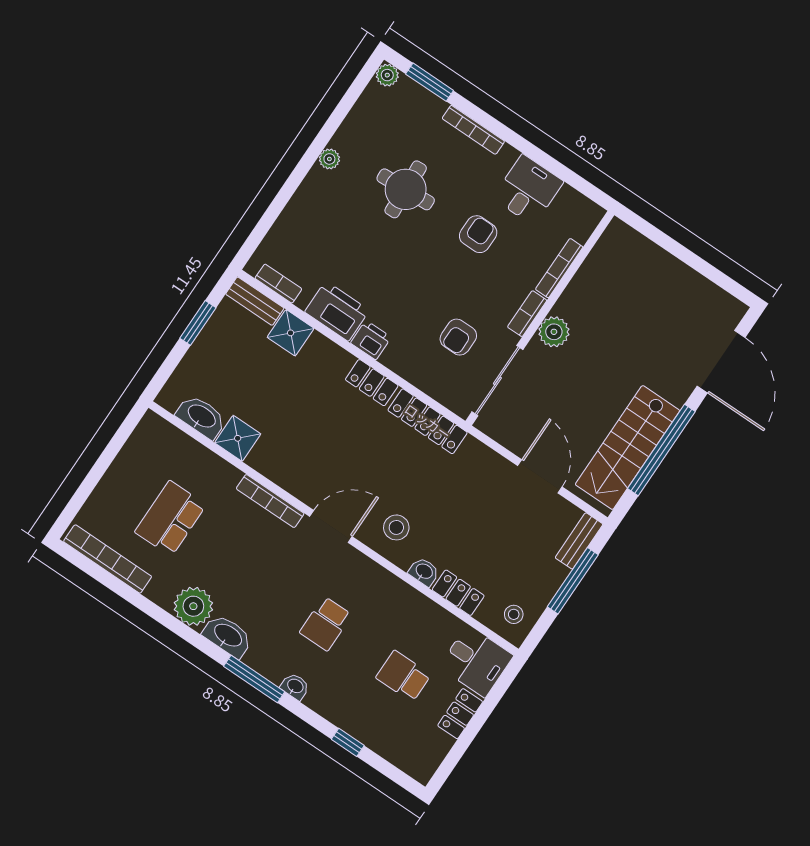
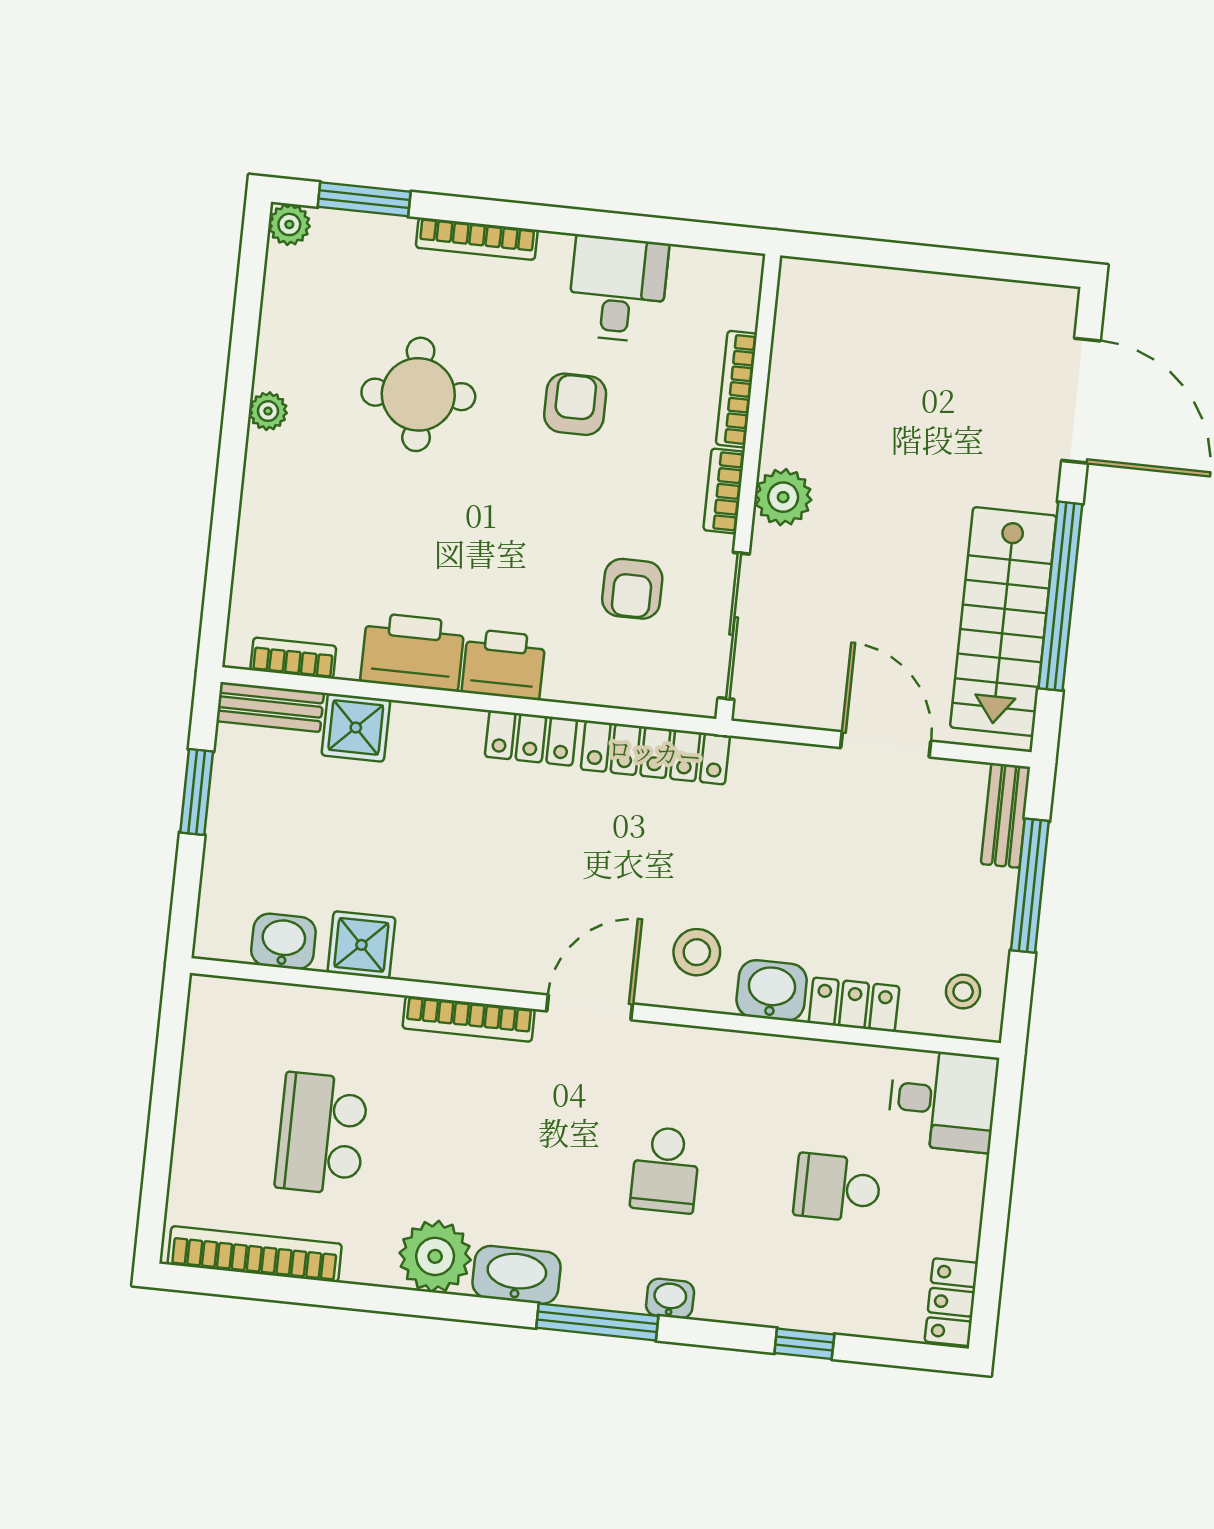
printer: (371, 340) -> (504, 664), width x1.36, depth x1.24
washbasin: (201, 417) -> (283, 941), width x0.72
washbasin: (424, 572) -> (772, 990), width x1.38, depth x1.45
locker: (460, 714) -> (951, 1302), moved

